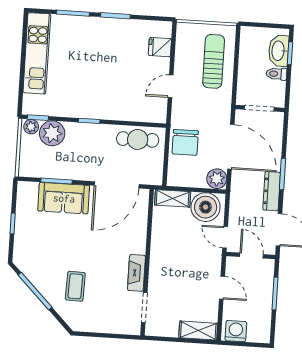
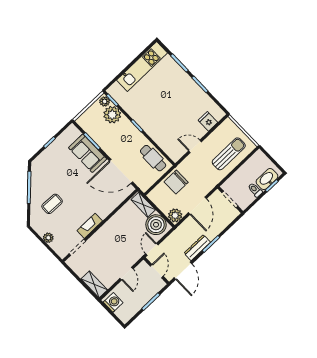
door: (231, 147) -> (197, 206), width x0.73
plant: (104, 326) -> (48, 238), added

